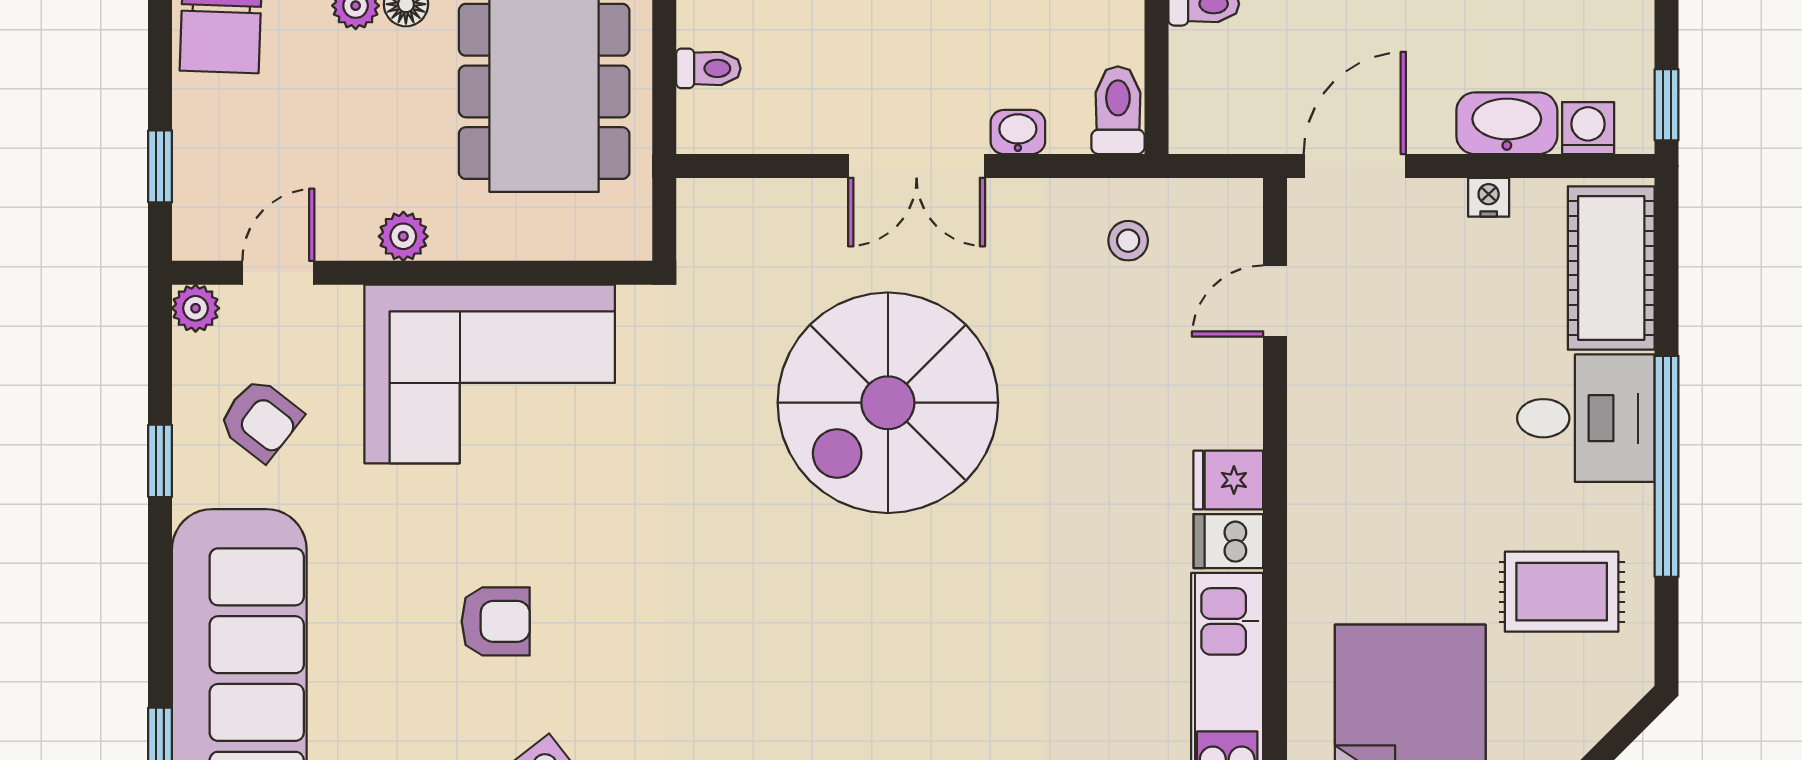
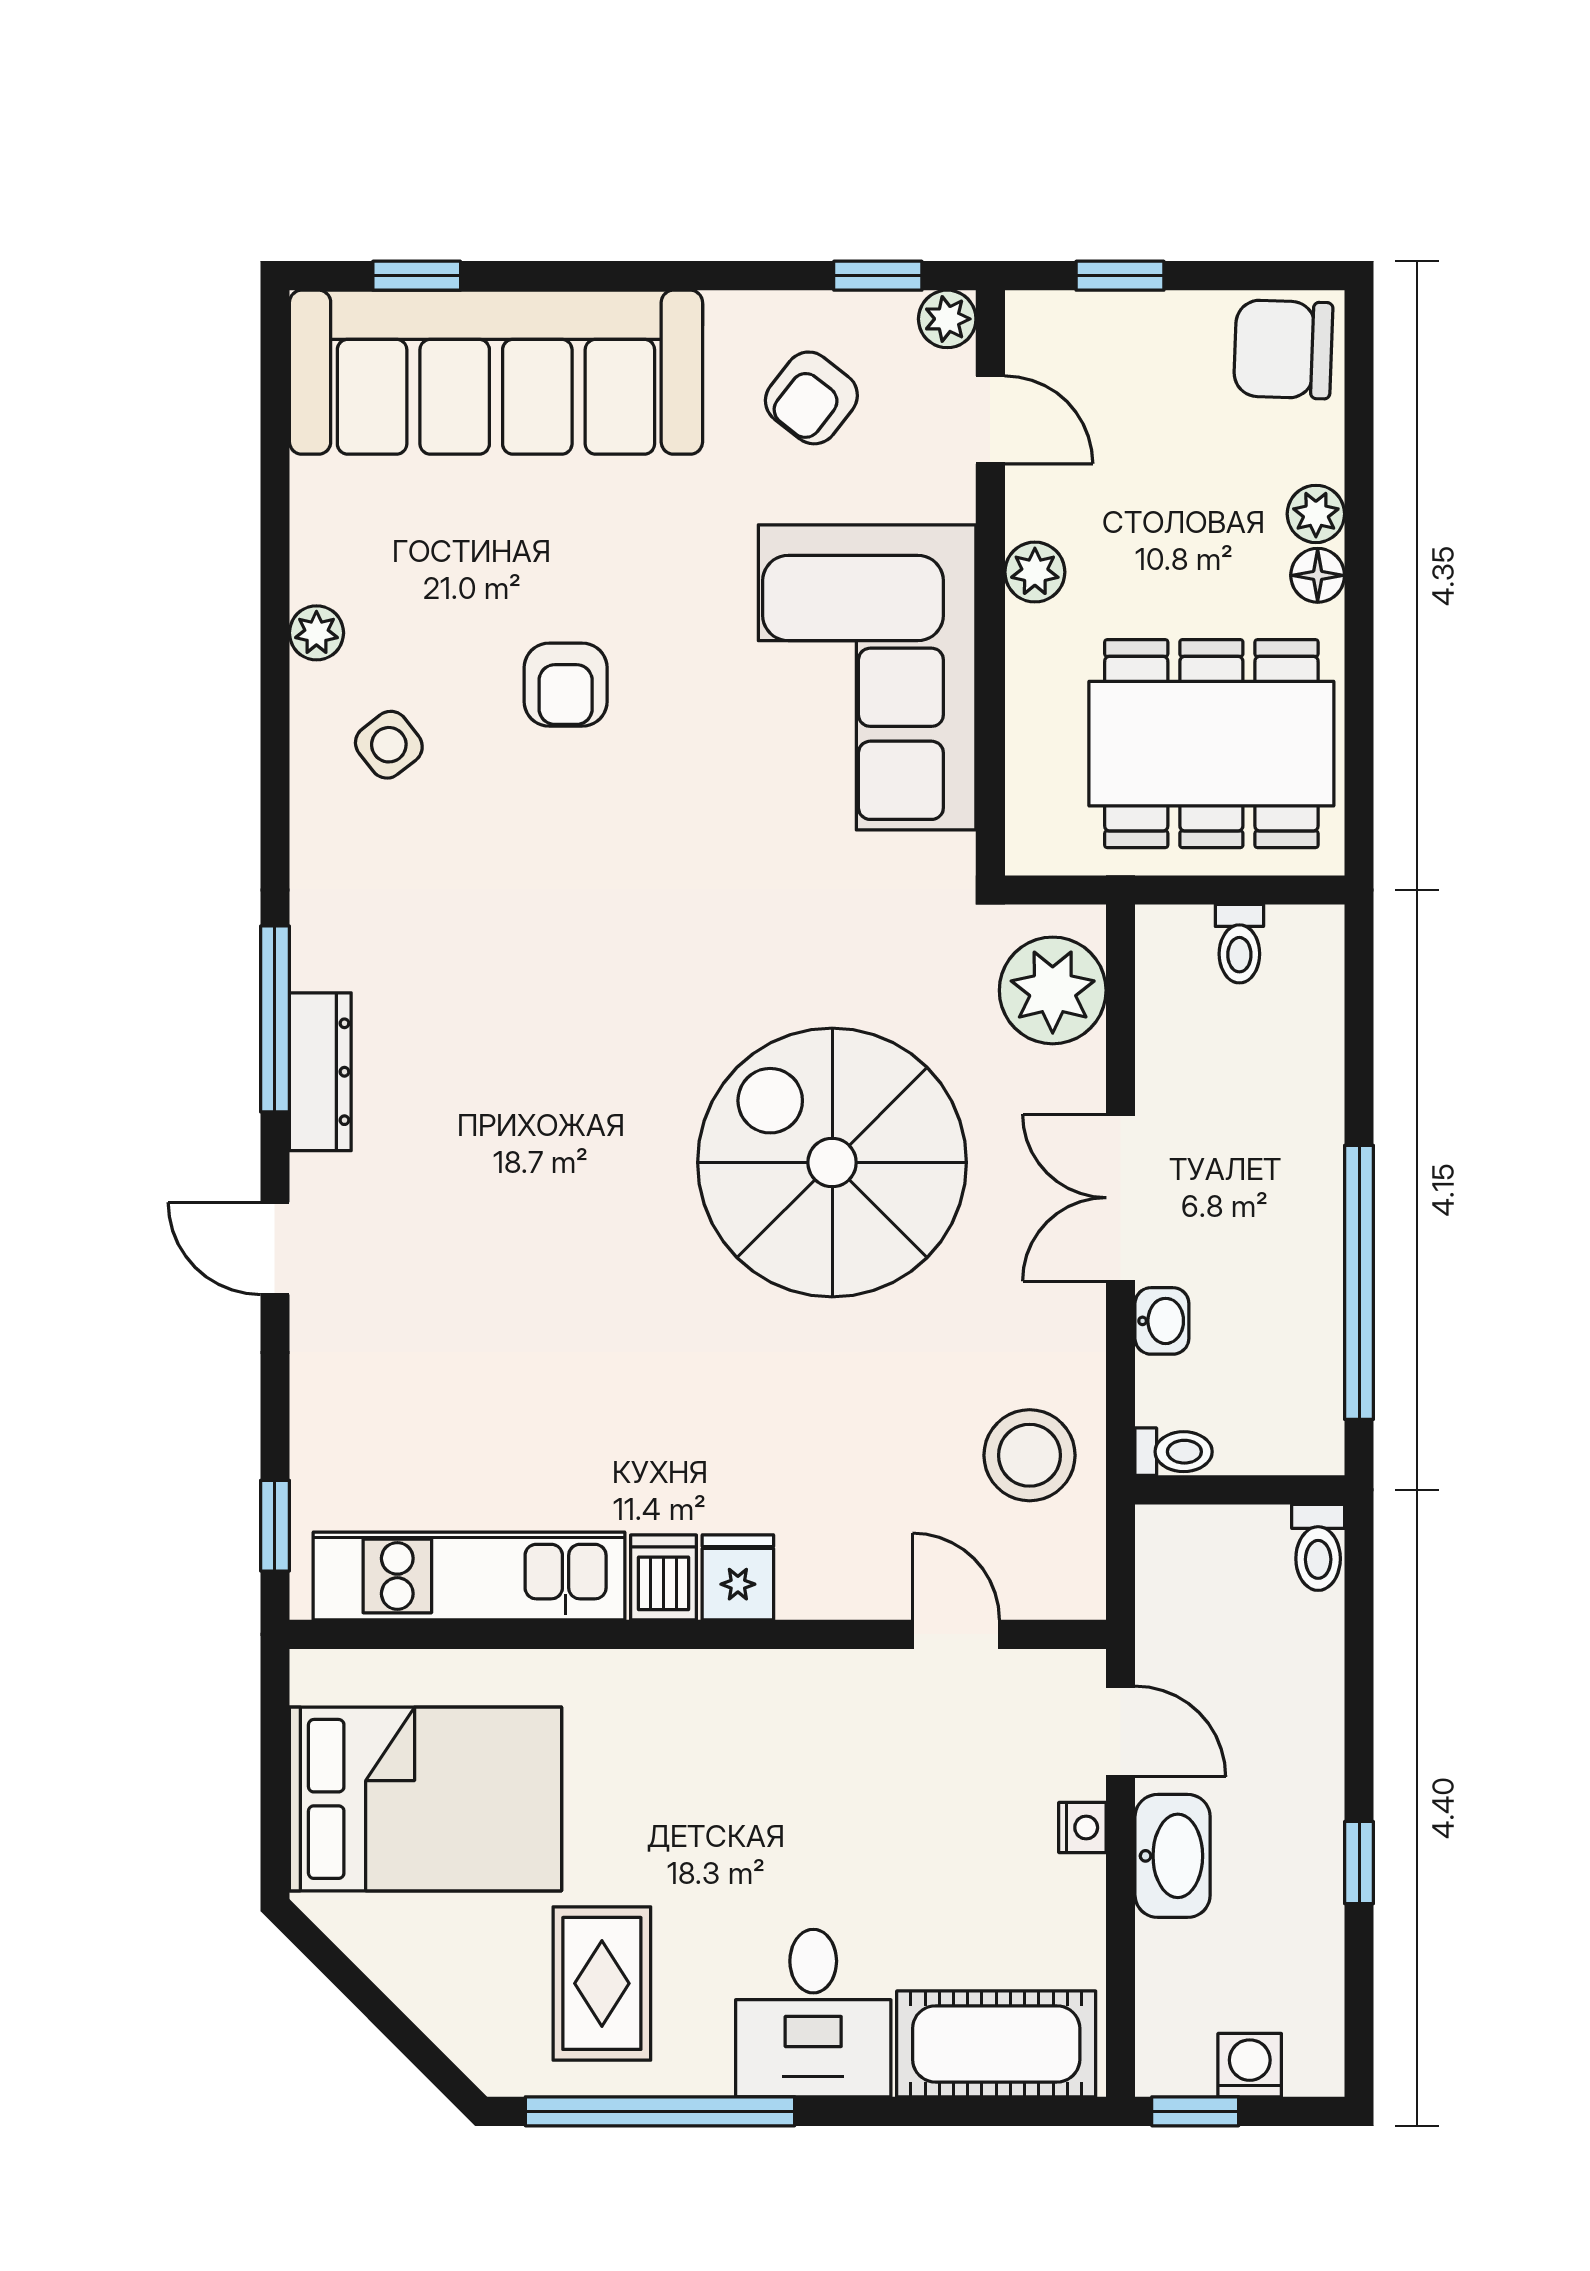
toilet: (1118, 110) -> (1174, 1452), width x0.73, depth x0.72
washbasin: (1507, 123) -> (1173, 1856), moved
washing machine: (1588, 128) -> (1250, 2065), moved, turned -90
door: (1355, 166) -> (1121, 1731), width x0.73
nightstand: (1489, 197) -> (1082, 1828), moved
plant: (747, 222) -> (1053, 990), added
stool: (1128, 241) -> (1030, 1455), width x1.89, depth x1.89
window: (160, 461) -> (878, 276), moved
window: (1667, 466) -> (660, 2111), moved

